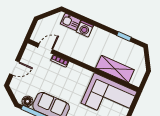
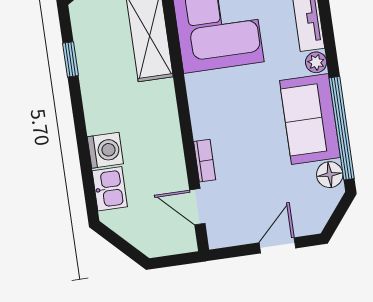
door: (14, 68) -> (277, 245), hinge flipped

